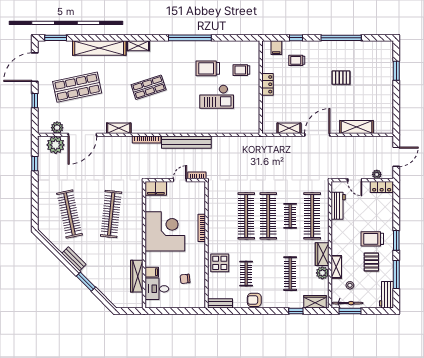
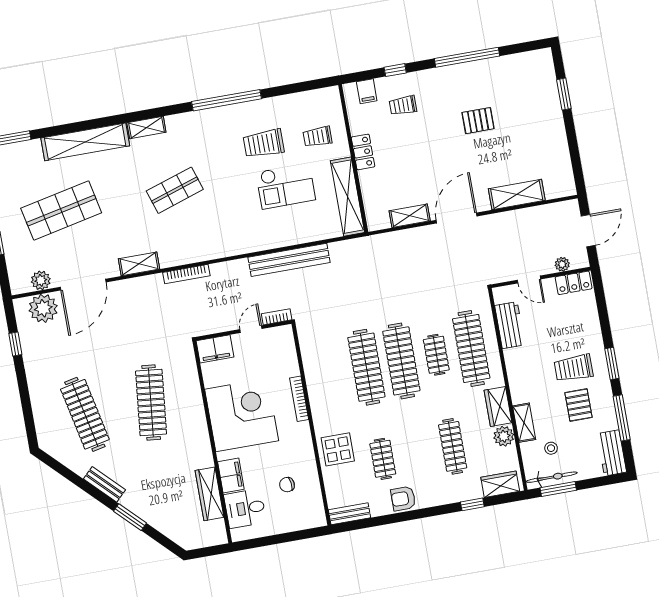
shelving: (253, 110) -> (347, 197), added
bench: (186, 142) -> (289, 260), moved
filing cabinet: (152, 272) -> (231, 475), width x2.00

